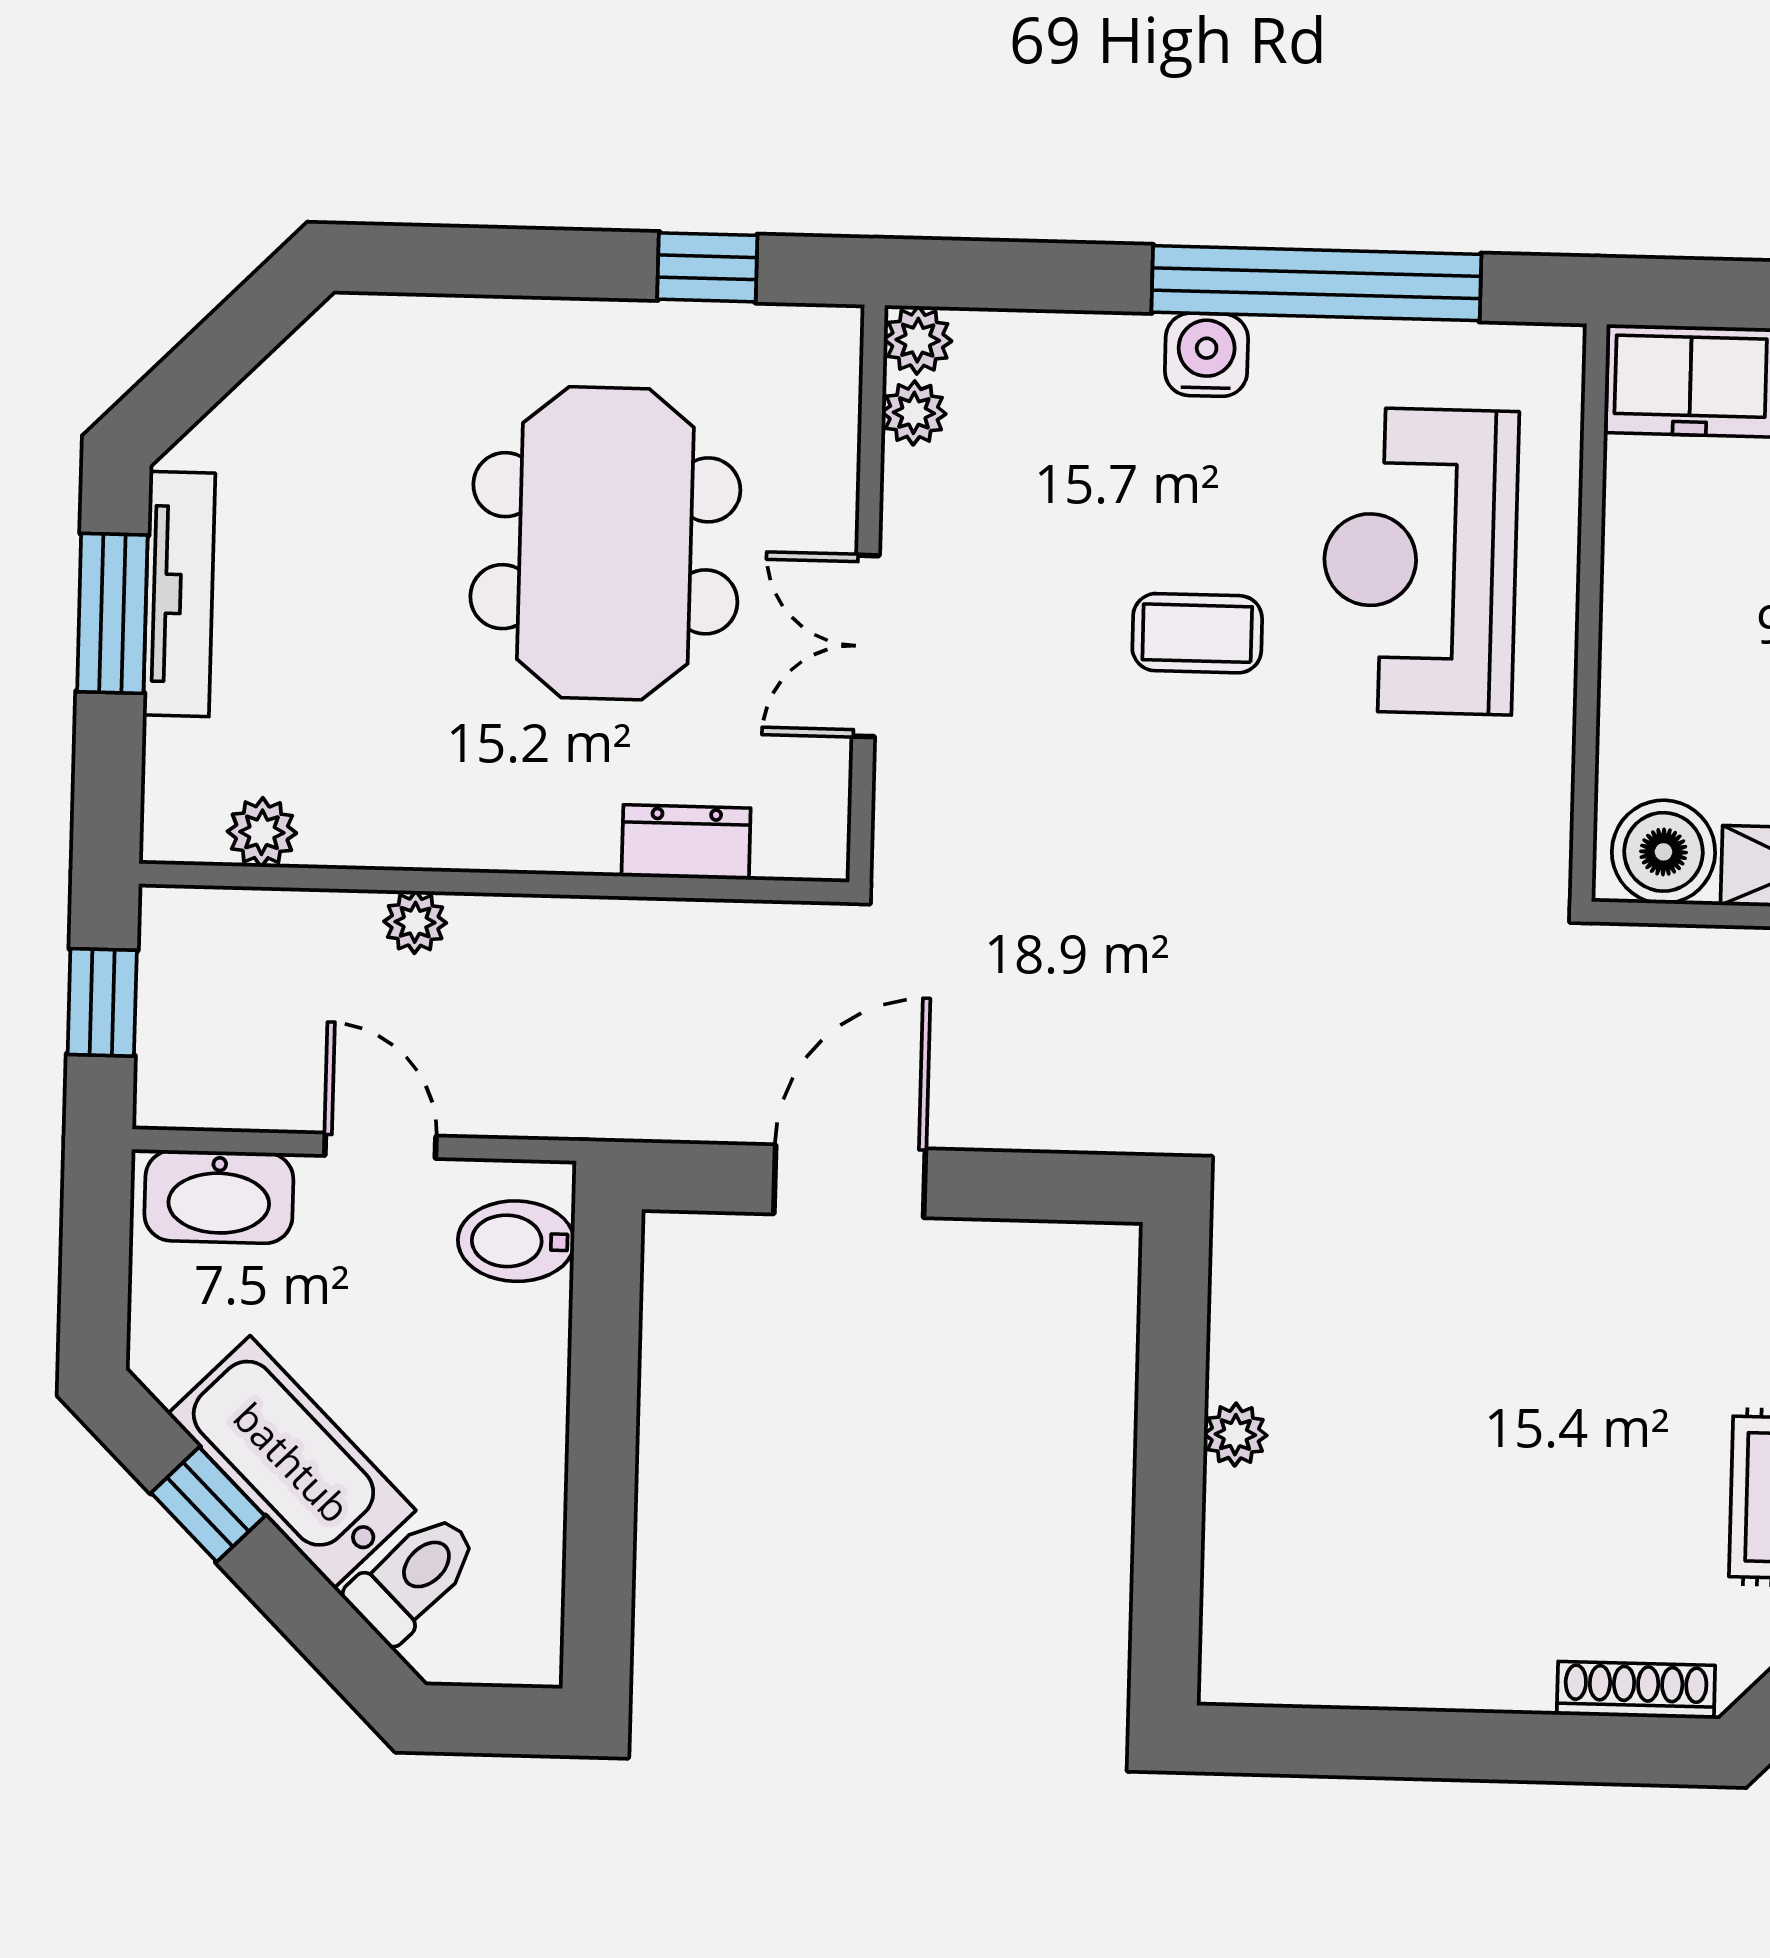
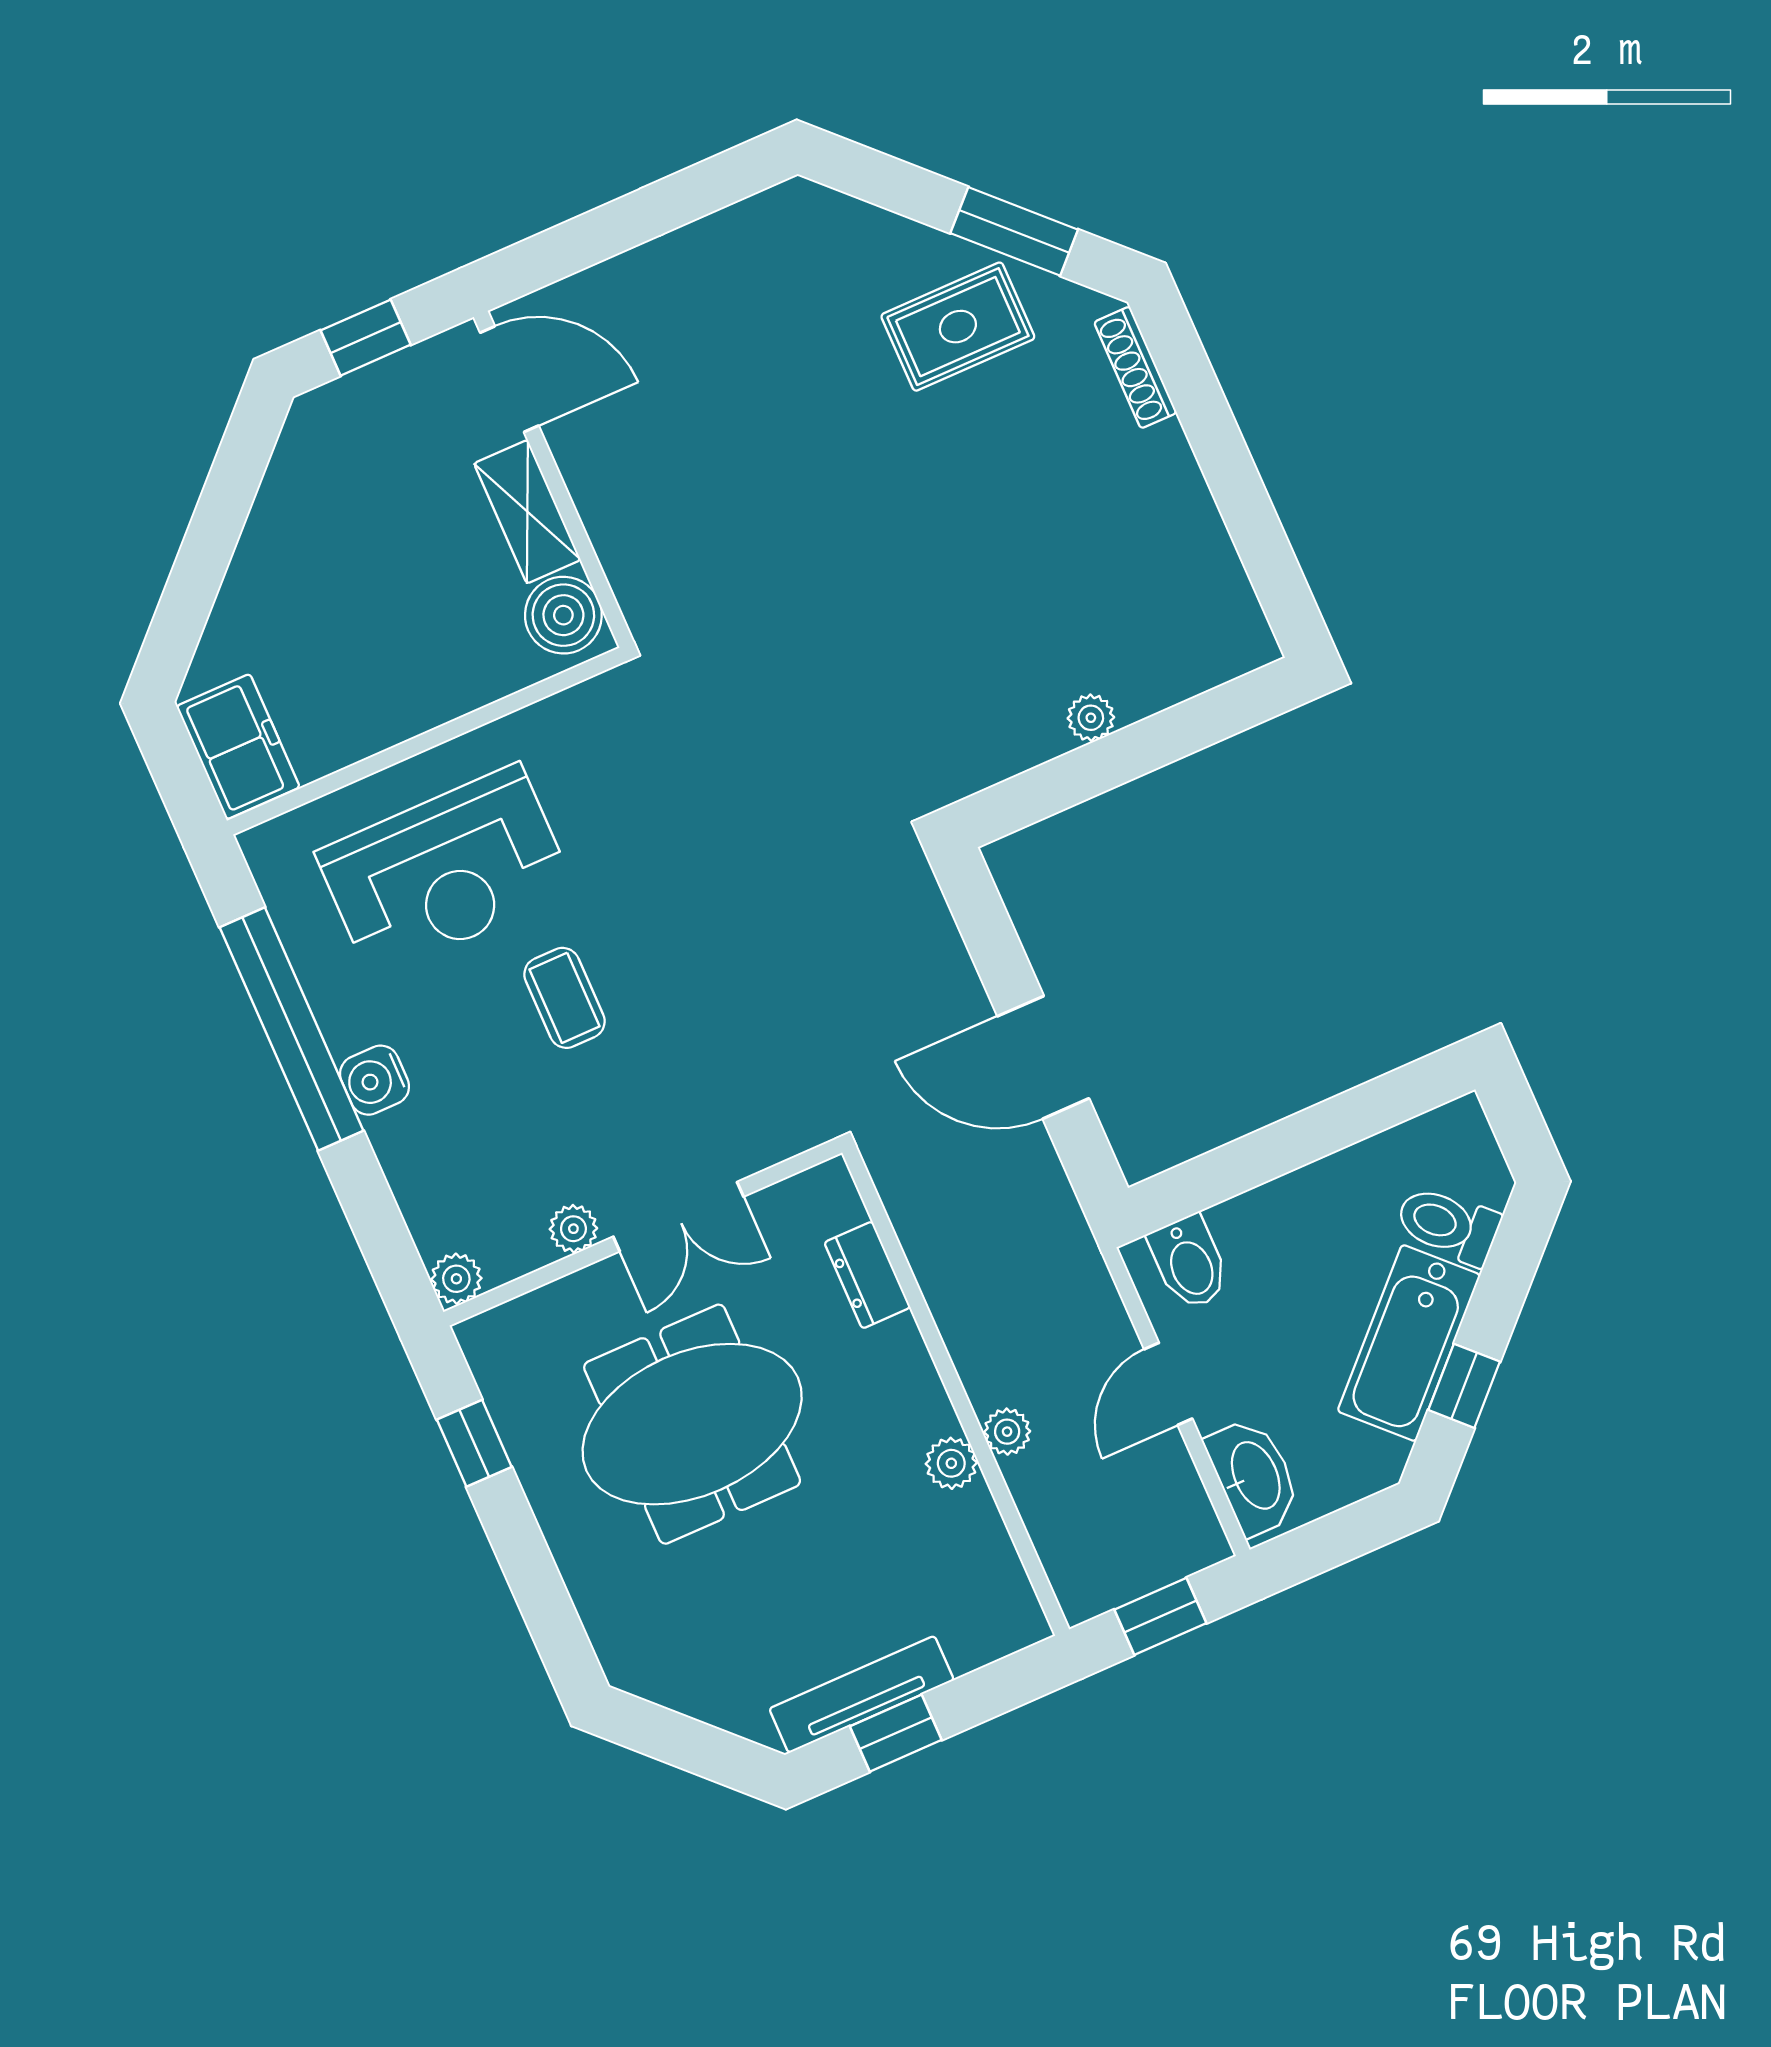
plant: (914, 413) -> (573, 1229), moved
window: (112, 613) -> (896, 1733), width x0.67
plant: (262, 832) -> (951, 1463), moved

